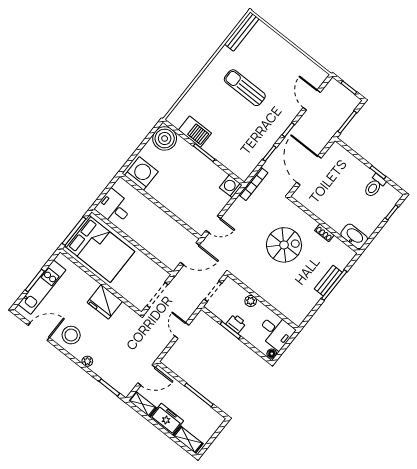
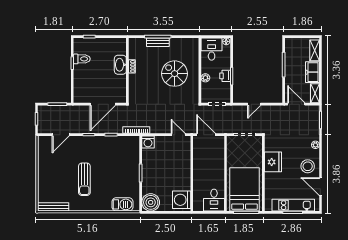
barbecue: (195, 132) -> (123, 204), moved, turned 90
washbasin: (354, 236) -> (120, 65), moved
spiral stairs: (284, 245) -> (175, 74), moved

